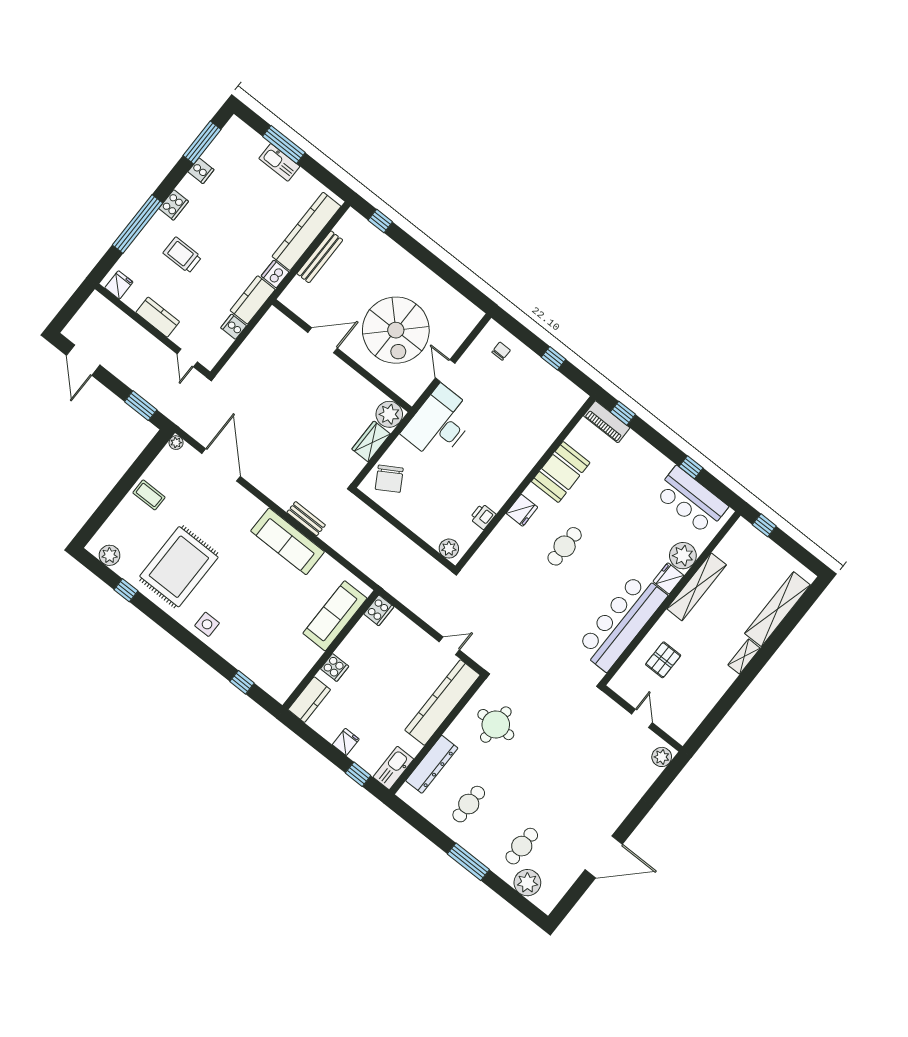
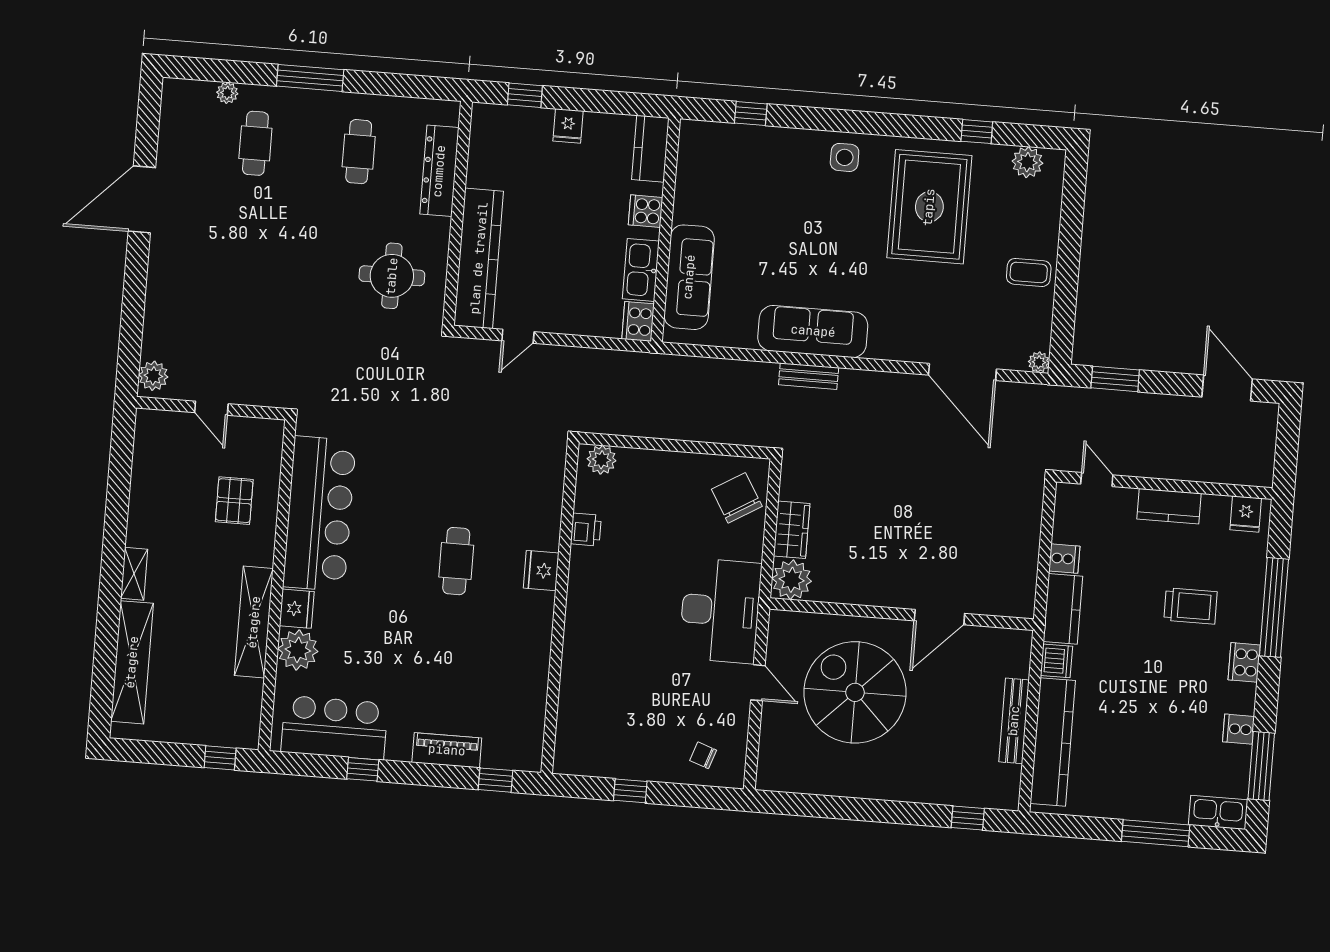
kitchen sink: (279, 162) -> (1218, 812), moved
chair: (501, 351) -> (703, 755), turned 109
piano: (607, 422) -> (447, 750), moved
booth: (561, 472) -> (524, 652), removed
kitchen sink: (393, 768) -> (641, 270), moved, turned 180
plant: (527, 883) -> (227, 93), width x0.53, depth x0.53

